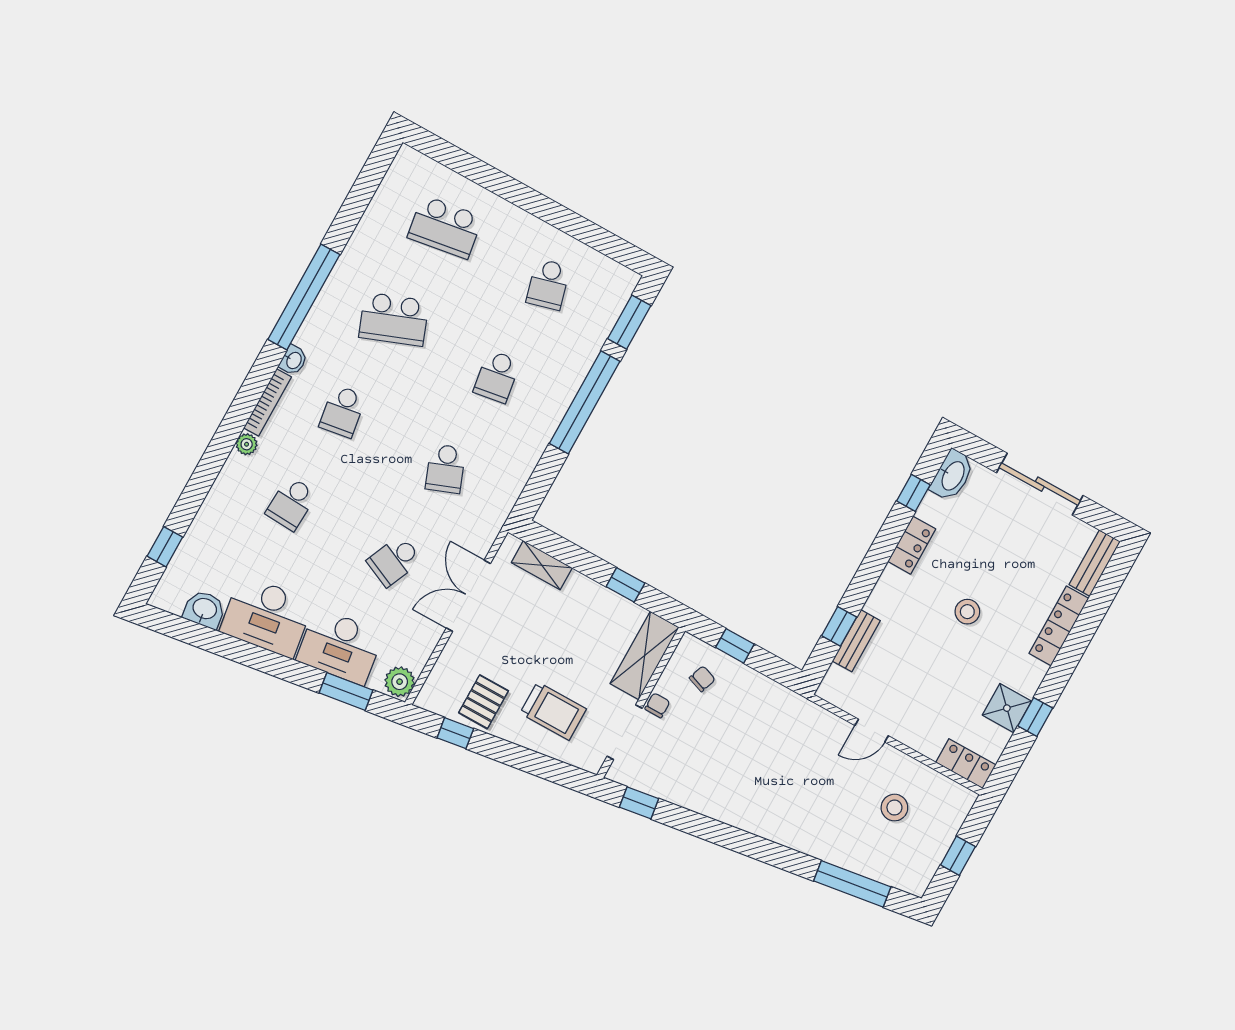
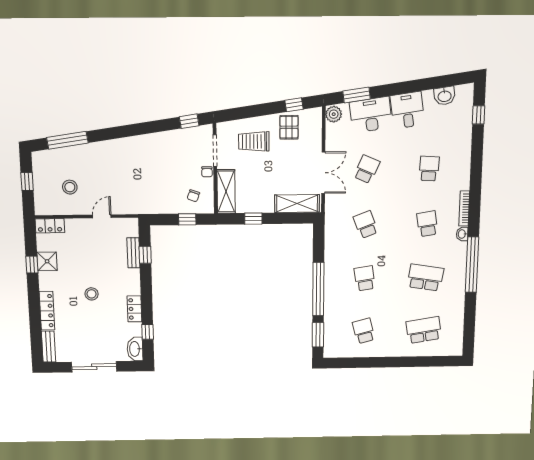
school desk: (394, 319) -> (425, 278), turned 30
plant: (247, 444) -> (464, 184), removed
shelving: (542, 565) -> (297, 204), width x1.50, depth x1.33
desk: (267, 616) -> (407, 110), width x0.73

